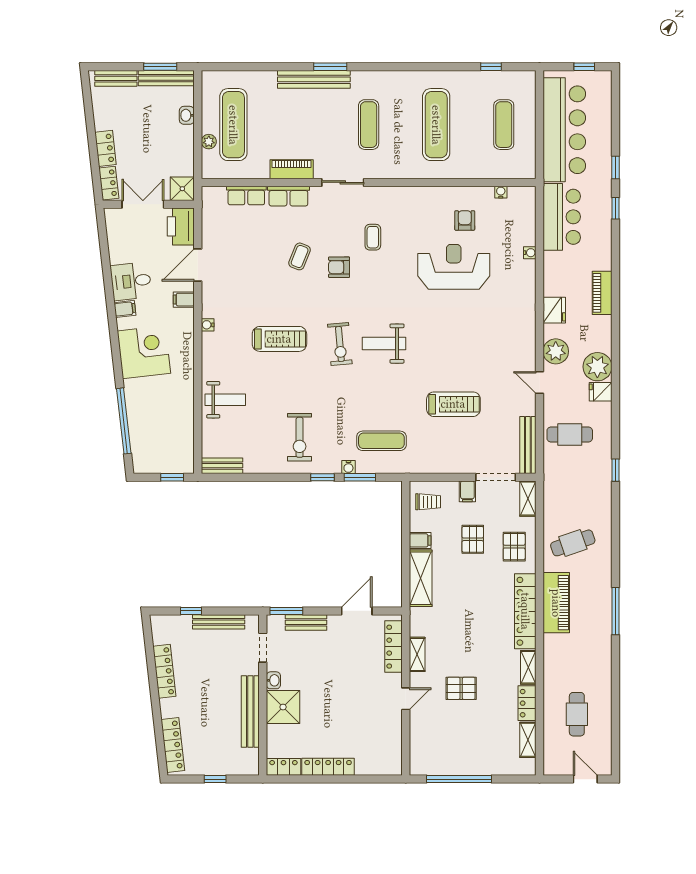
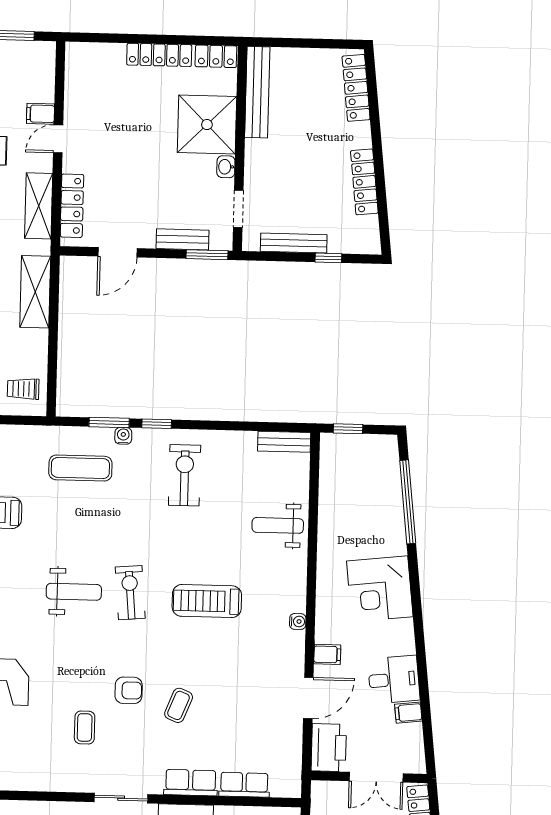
shower: (182, 189) -> (325, 796), removed
filing cabinet: (125, 309) -> (408, 713), moved
filing cabinet: (420, 540) -> (41, 114), moved
shelving: (417, 654) -> (39, 206), width x1.50, depth x1.33
shower: (283, 707) -> (207, 125), width x1.37, depth x1.37
bench: (250, 712) -> (257, 92), moved
window: (215, 779) -> (303, 43), removed

